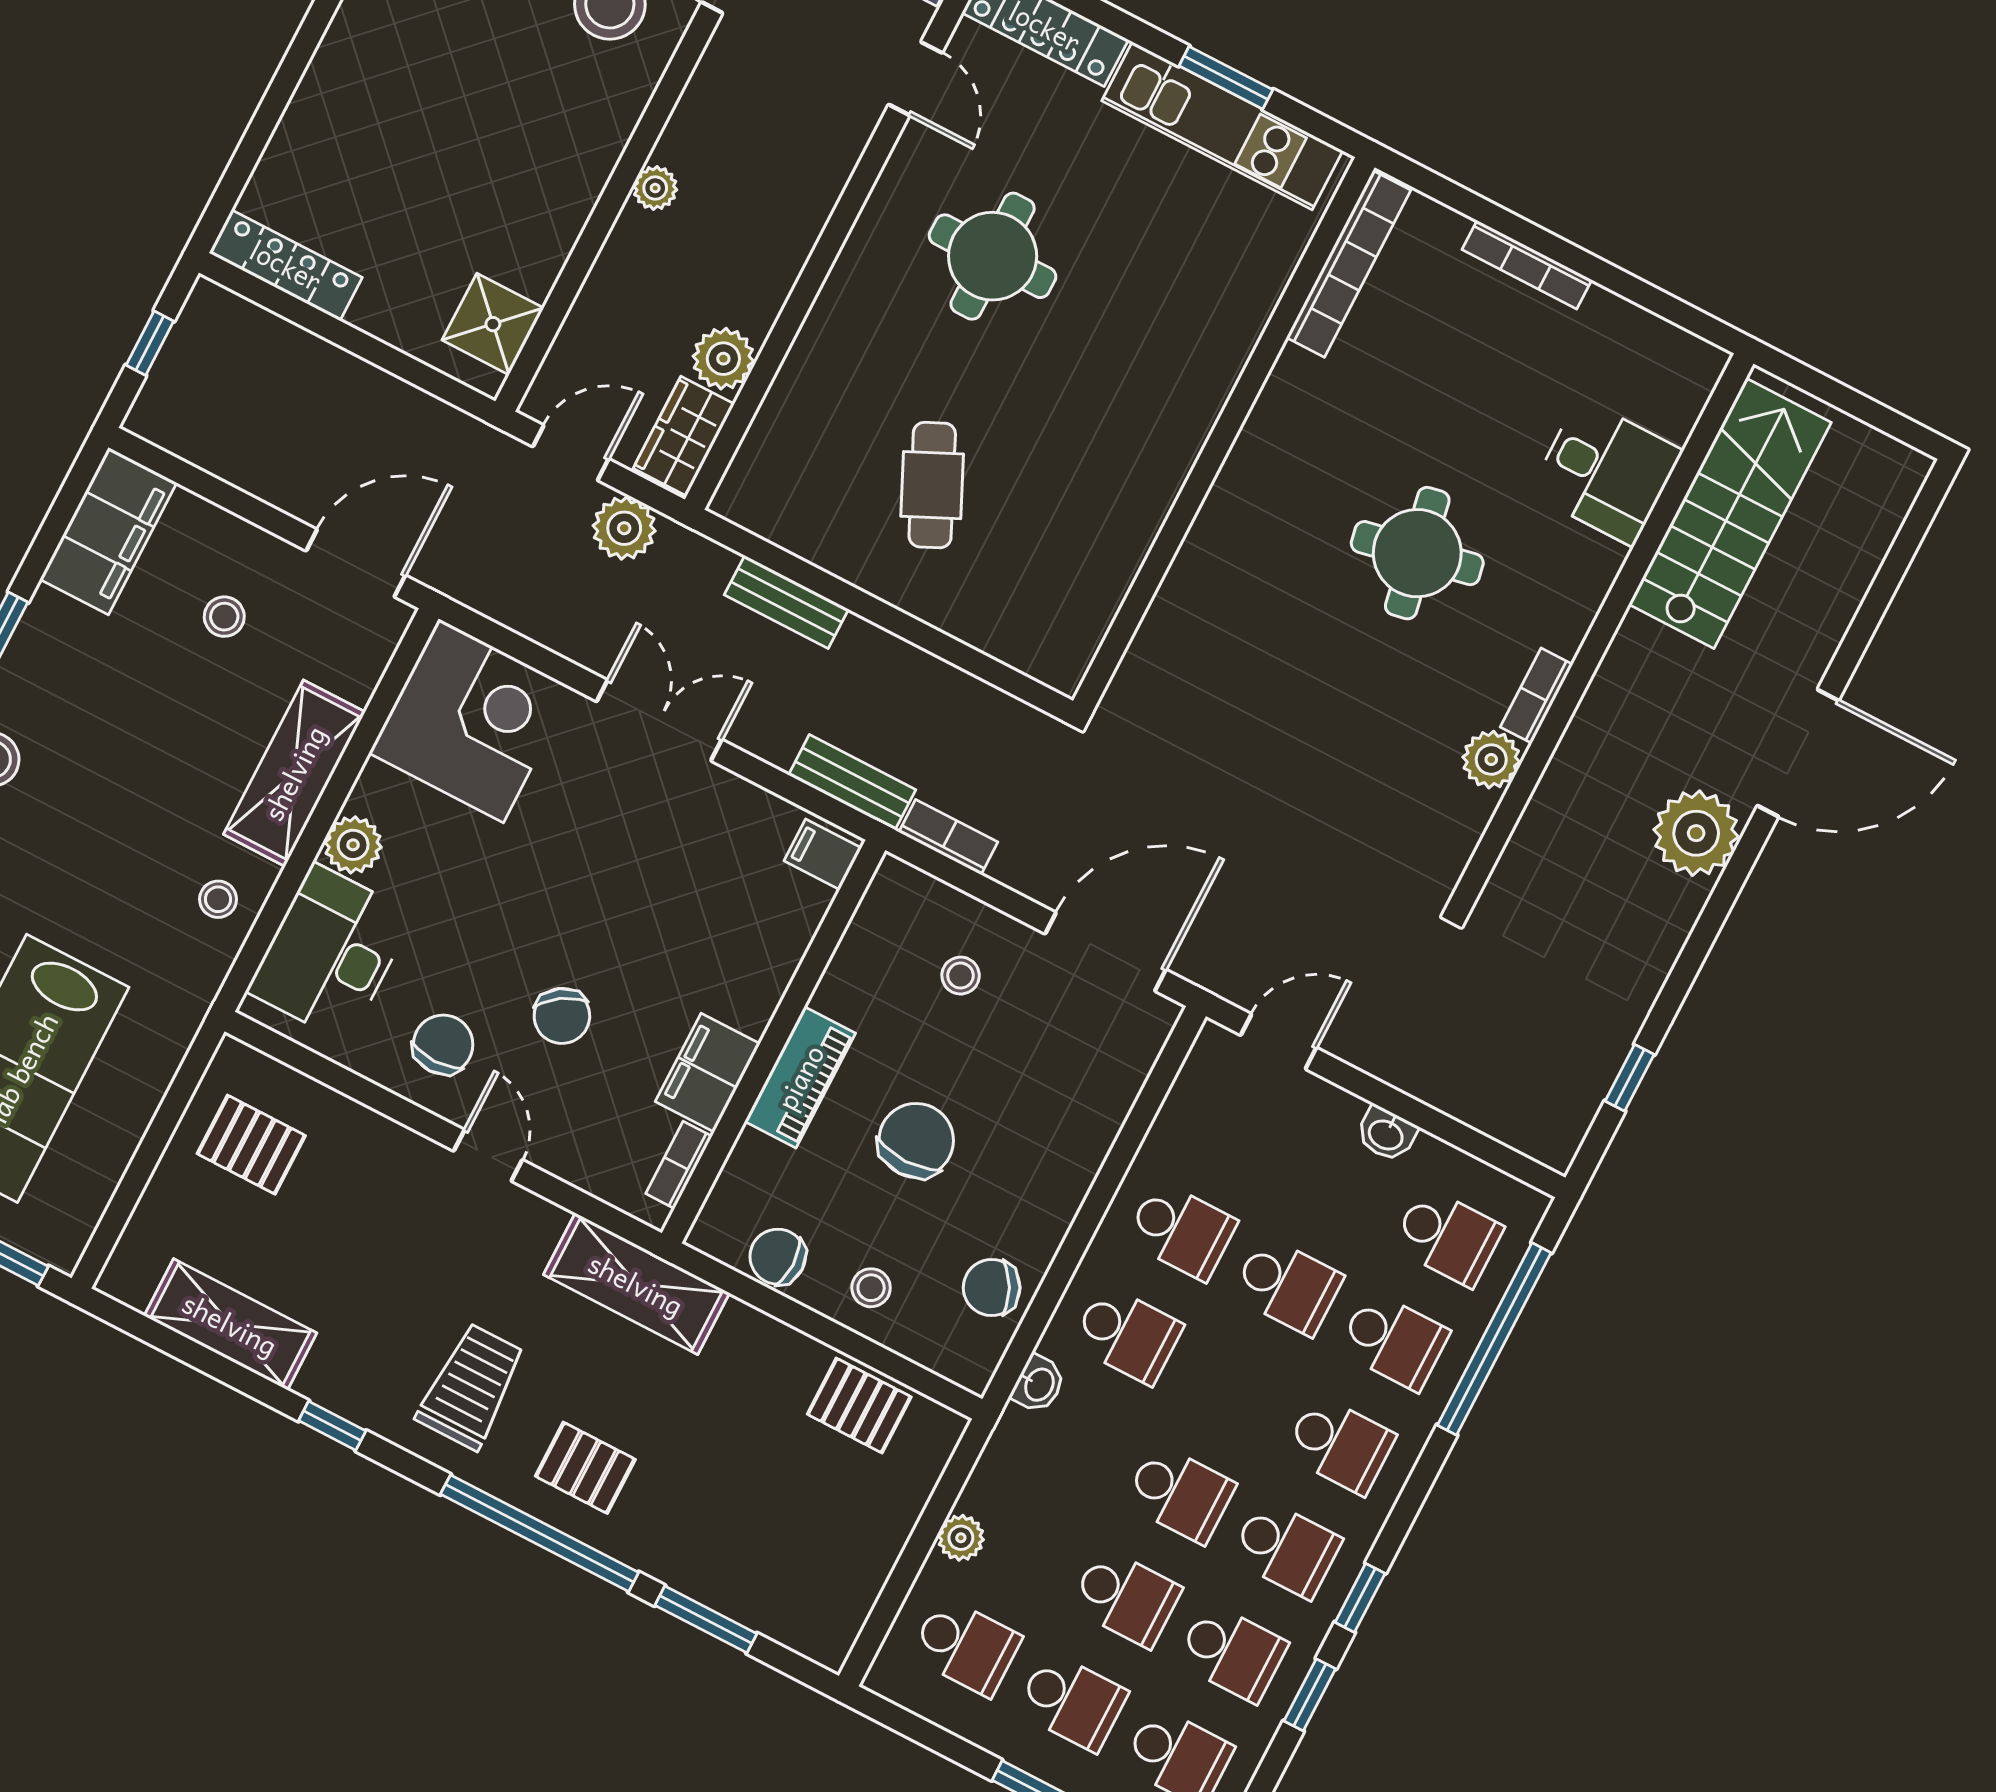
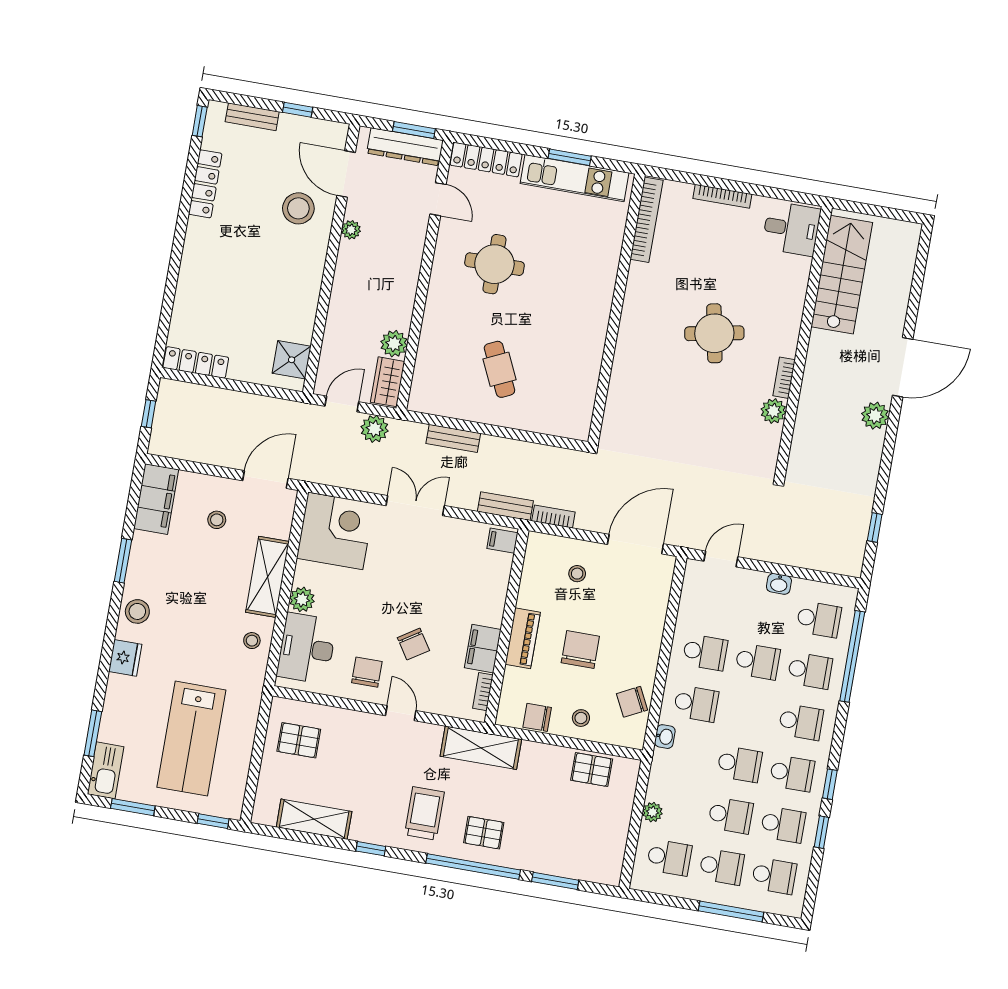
plant: (655, 188) -> (351, 230), moved
desk: (1606, 472) -> (791, 229), moved
plant: (1696, 833) -> (875, 416), width x0.73, depth x0.73

